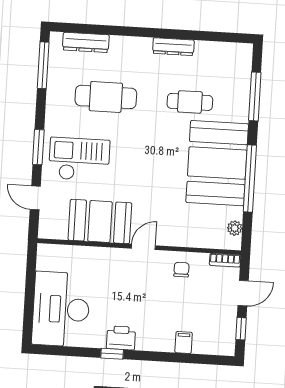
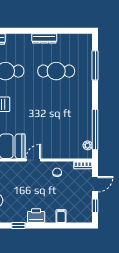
cafe table: (190, 102) -> (56, 71), width x1.37, depth x1.35
booth: (217, 163) -> (75, 107), removed
window: (250, 179) -> (95, 130), moved
printer: (121, 338) -> (36, 216), moved

